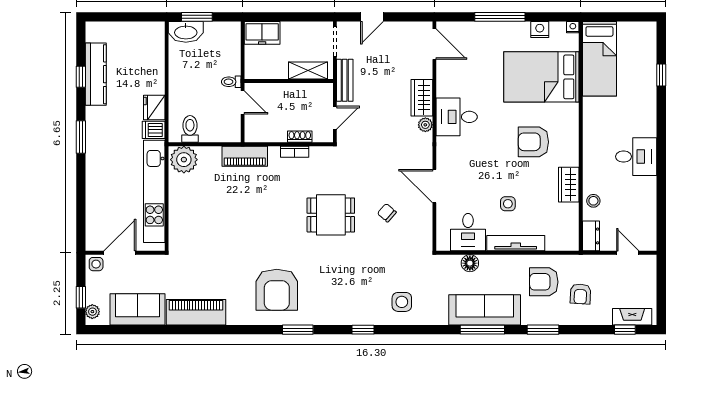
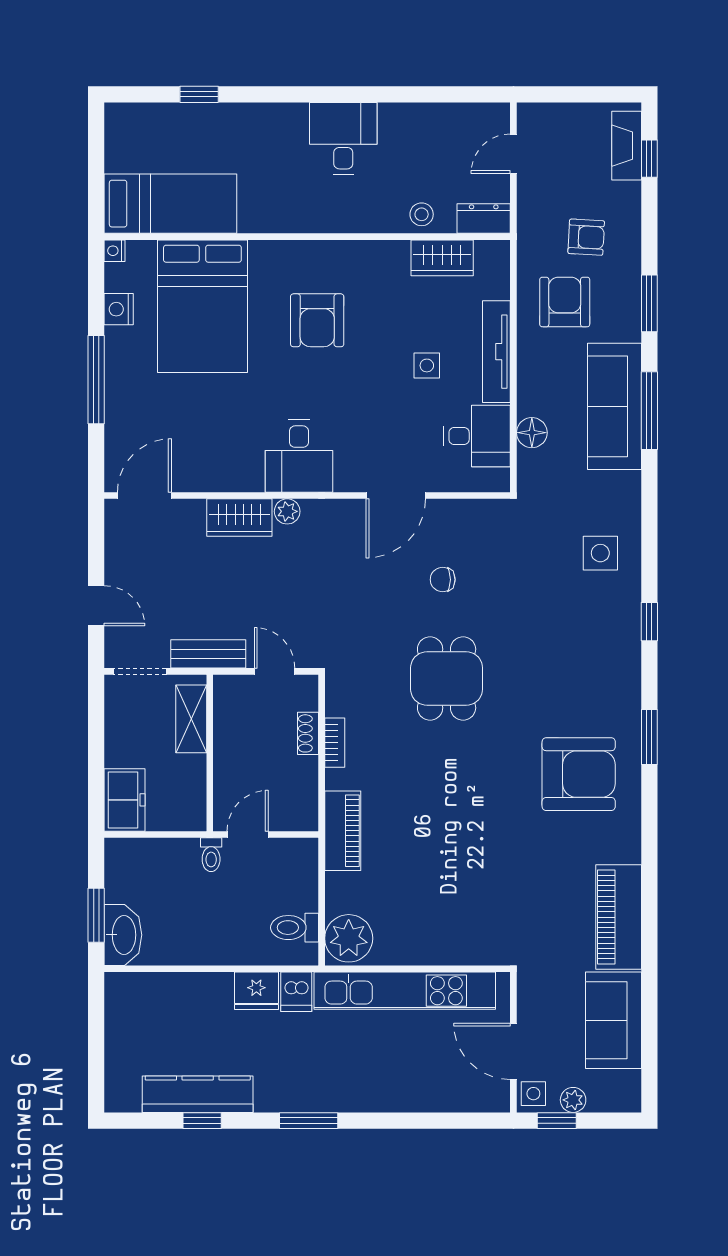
desk: (457, 117) -> (299, 456), moved
wardrobe: (569, 185) -> (442, 258), moved
chair: (387, 213) -> (443, 580), turned 49
armchair: (544, 282) -> (565, 302), turned 180
window: (81, 297) -> (557, 1121), moved
plant: (92, 312) -> (573, 1100), moved

